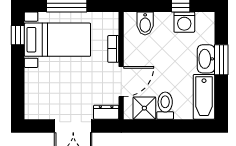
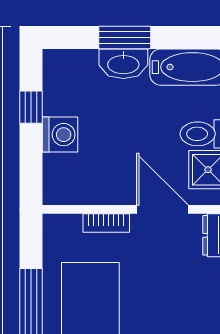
washing machine: (184, 22) -> (60, 135), moved
bidet: (145, 23) -> (62, 168), removed

